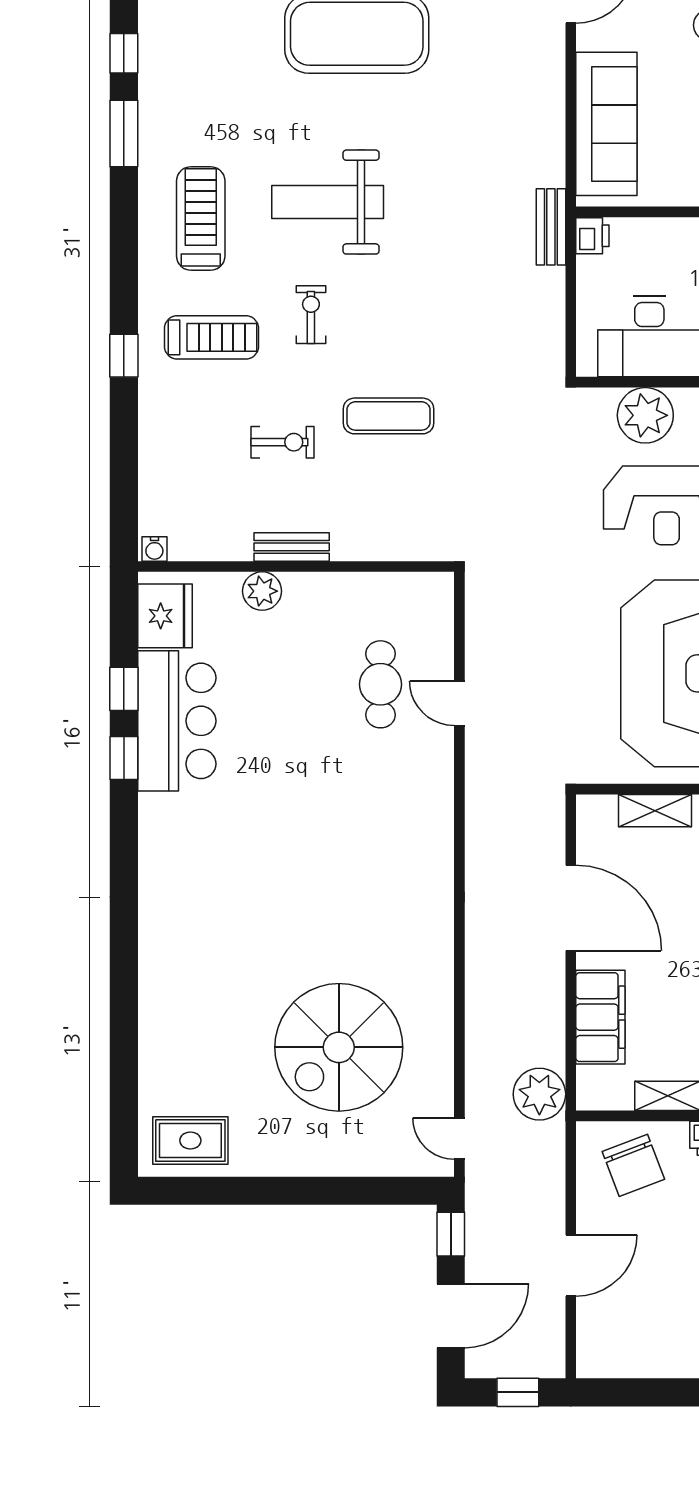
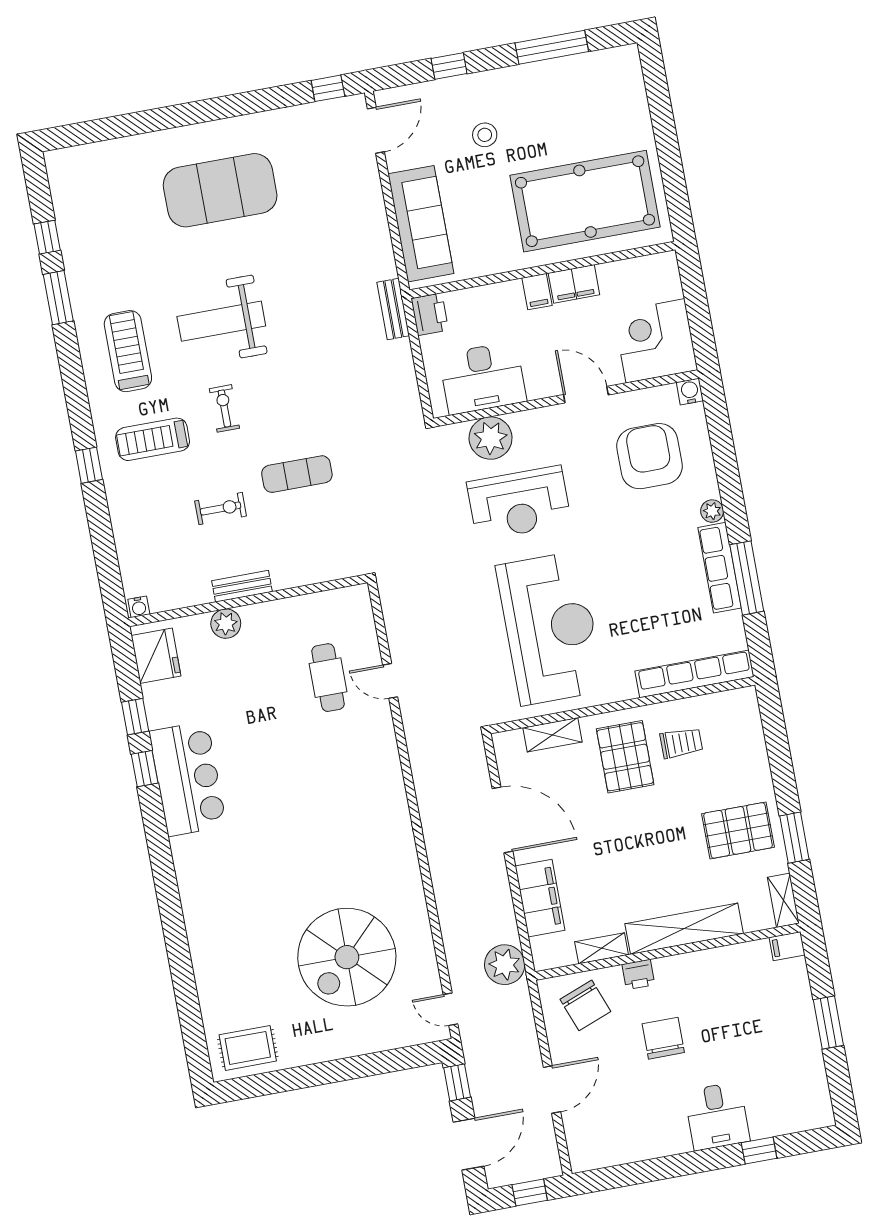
printer: (592, 236) -> (430, 314), width x1.36, depth x1.24
treadmill: (212, 337) -> (153, 439), turned 180
bar counter: (177, 721) -> (188, 779), moved

